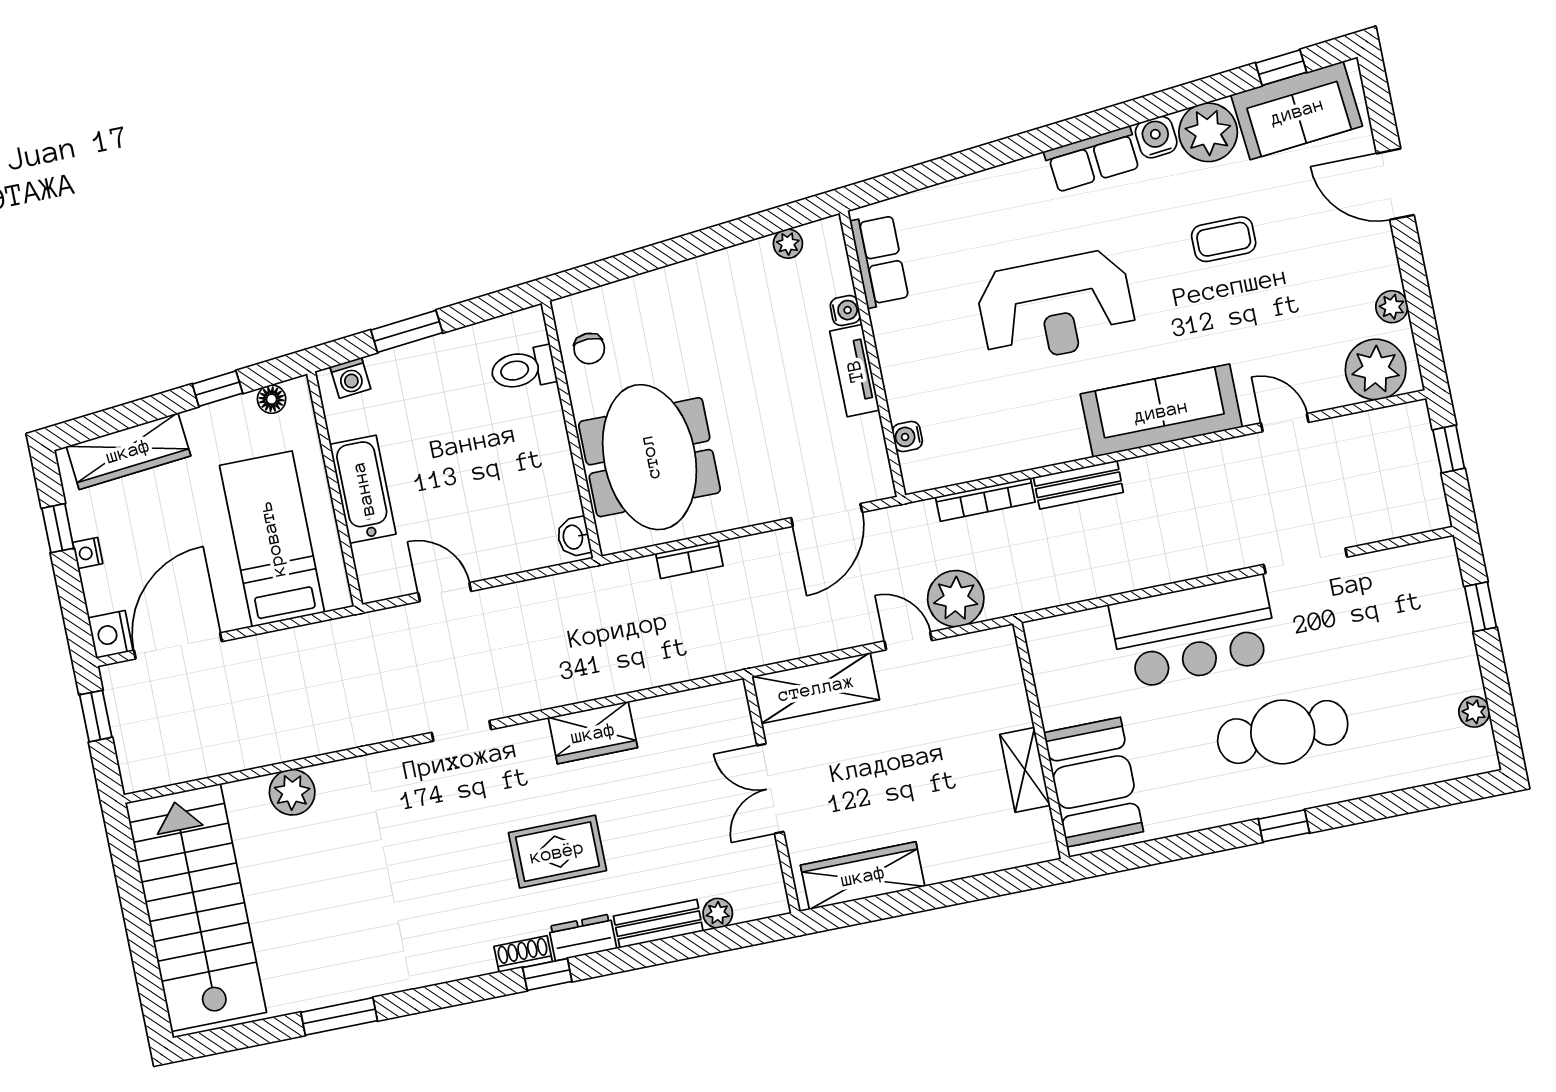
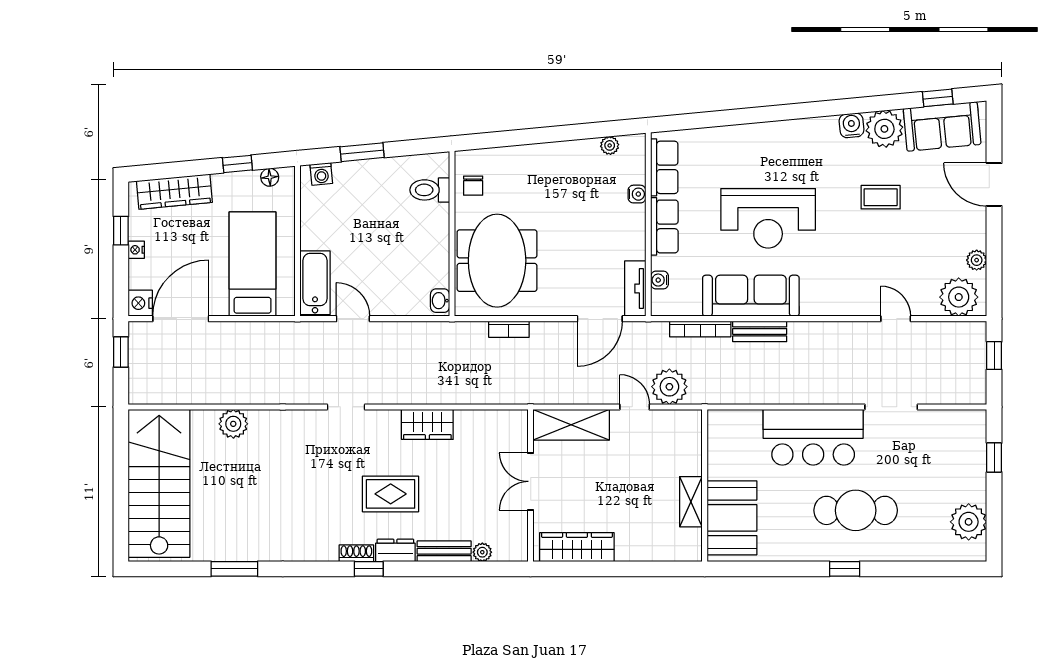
row of seats: (1093, 159) -> (664, 226), moved, turned -85
tv unit: (855, 371) -> (635, 289), moved
sofa: (1161, 411) -> (751, 296), moved
bathtub: (363, 489) -> (315, 283), moved
plant: (1474, 712) -> (969, 522), width x1.87, depth x1.87

